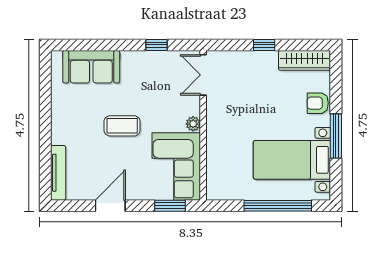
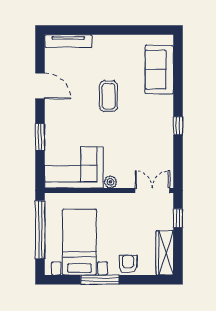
double door: (203, 75) -> (152, 191), moved
plant: (193, 124) -> (110, 182), moved
wall: (203, 125) -> (109, 191), moved
corner sofa: (176, 166) -> (74, 167), moved

